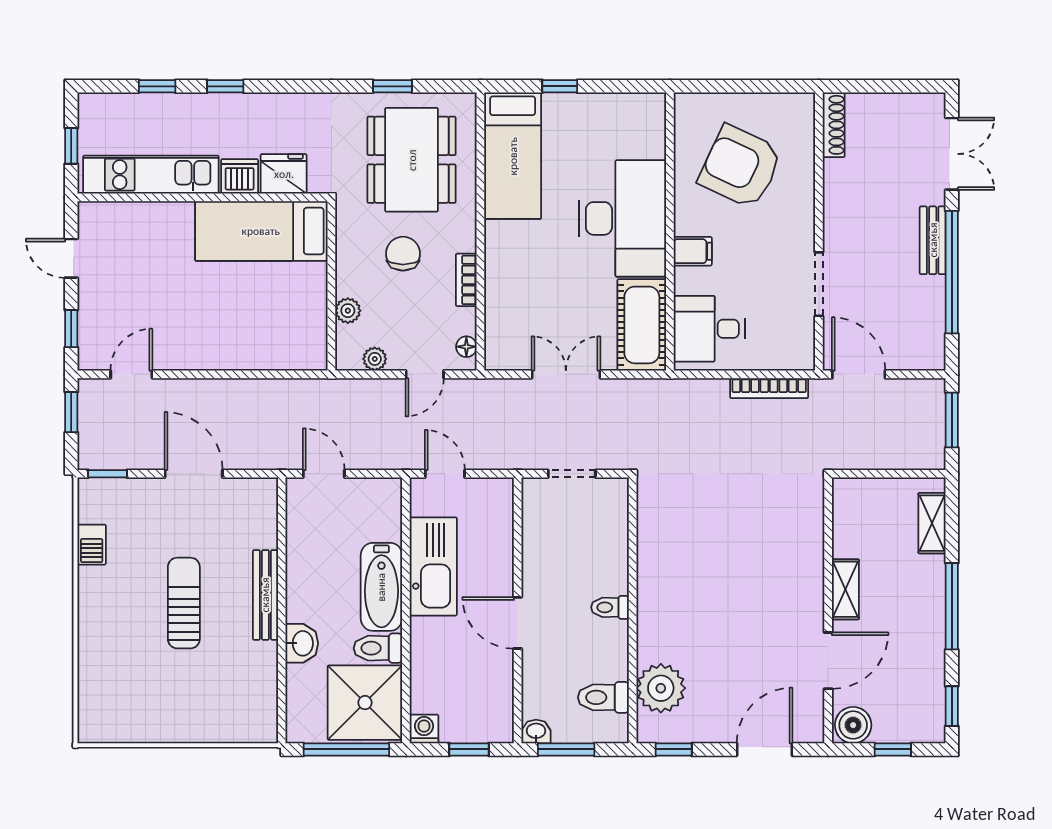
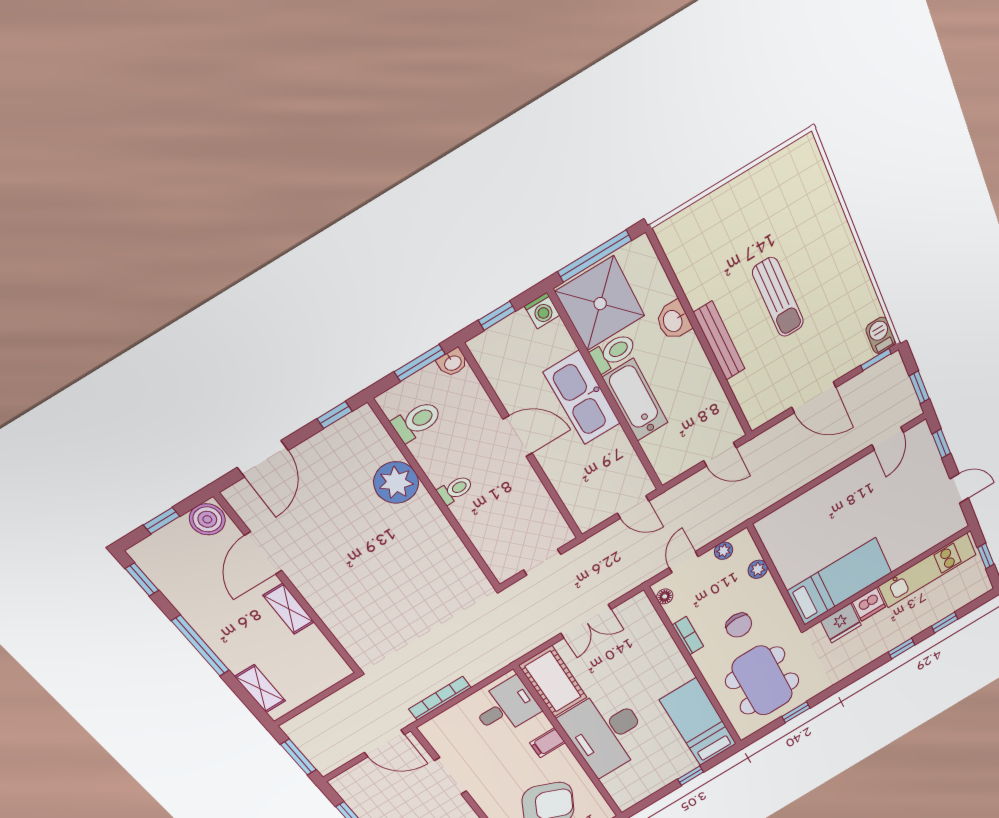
barbecue: (92, 545) -> (880, 335), moved
kitchen sink: (433, 566) -> (582, 398), moved
plant: (661, 688) -> (396, 483), moved

